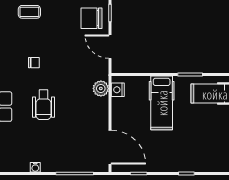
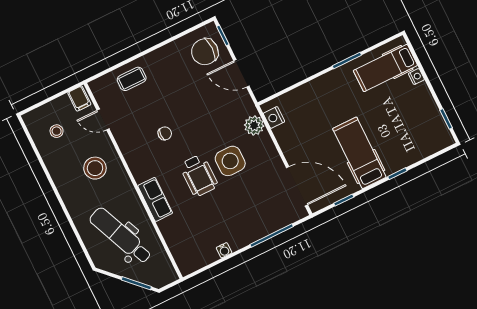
hospital bed: (162, 103) -> (359, 153), moved, turned 180
side table: (71, 105) -> (230, 161), added

